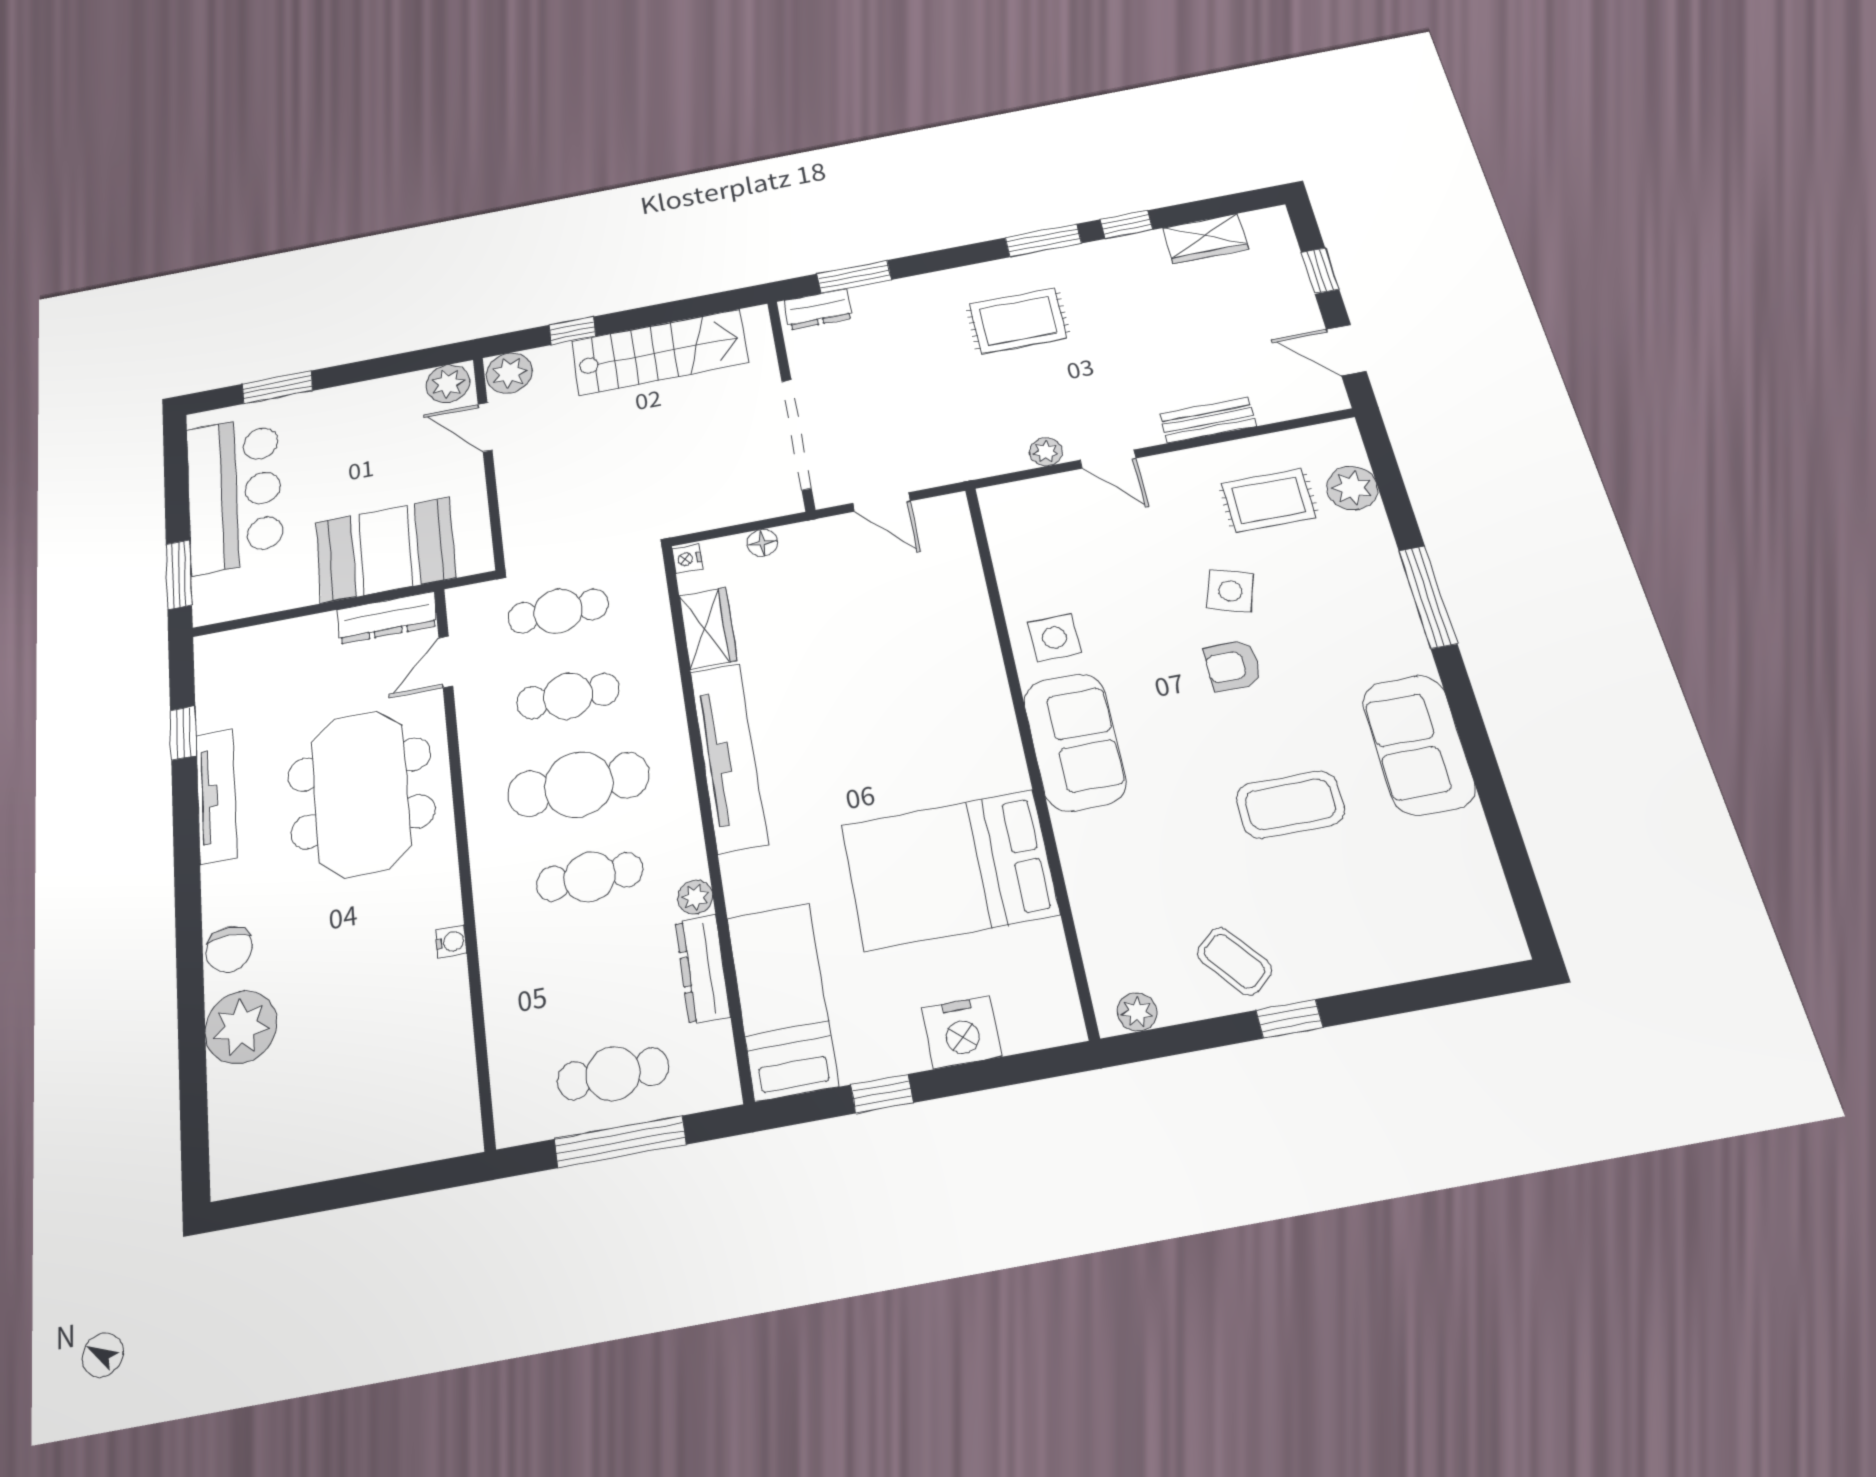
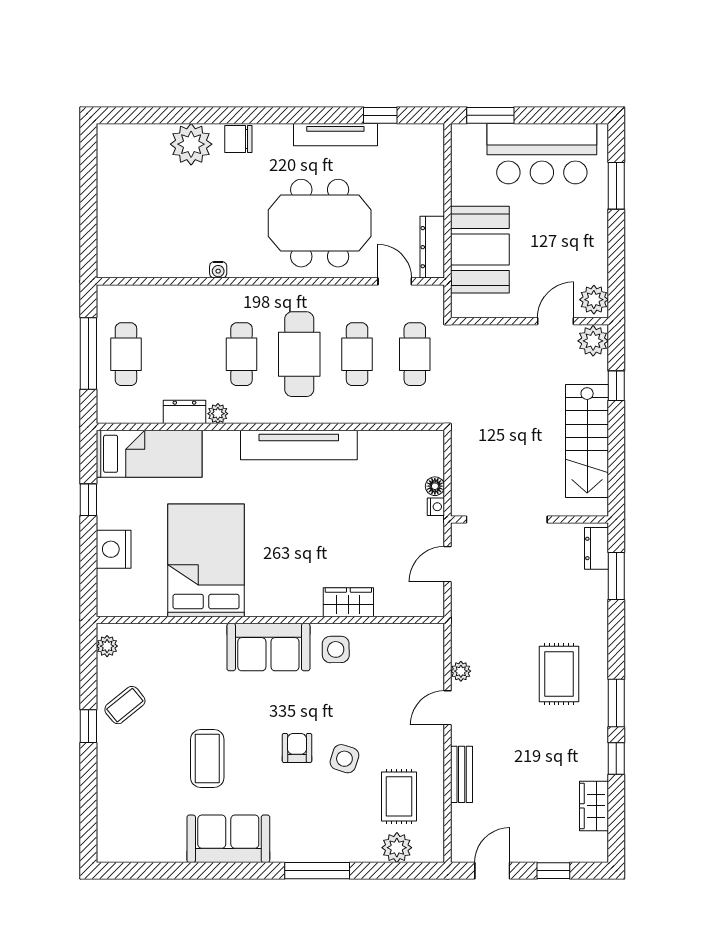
nightstand: (687, 559) -> (436, 507), moved, turned 90
wardrobe: (708, 628) -> (348, 602), moved, turned 180
dresser: (703, 969) -> (184, 412), width x0.70

